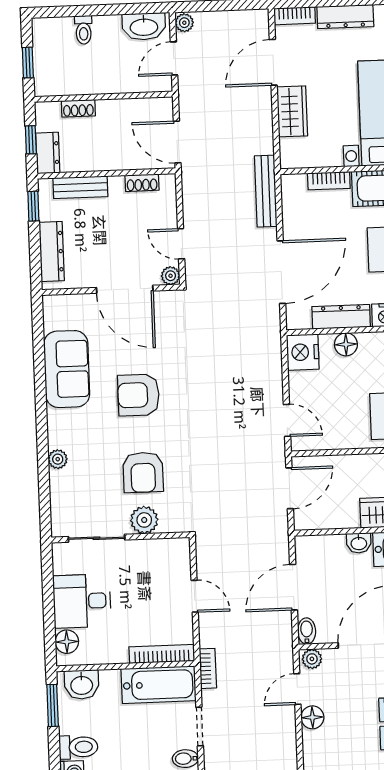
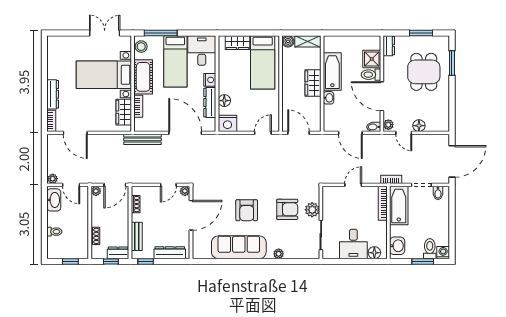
plant: (164, 106) -> (96, 191), added
wardrobe: (292, 111) -> (124, 112), moved, turned -90
sofa: (67, 369) -> (239, 247), width x1.36
window: (53, 705) -> (423, 261), moved

